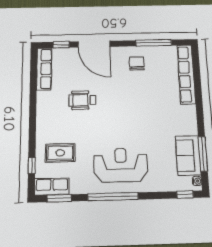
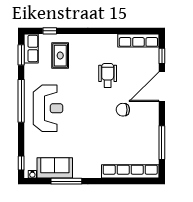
chair: (137, 63) -> (123, 110), moved, turned 180
window: (203, 154) -> (66, 181), moved

